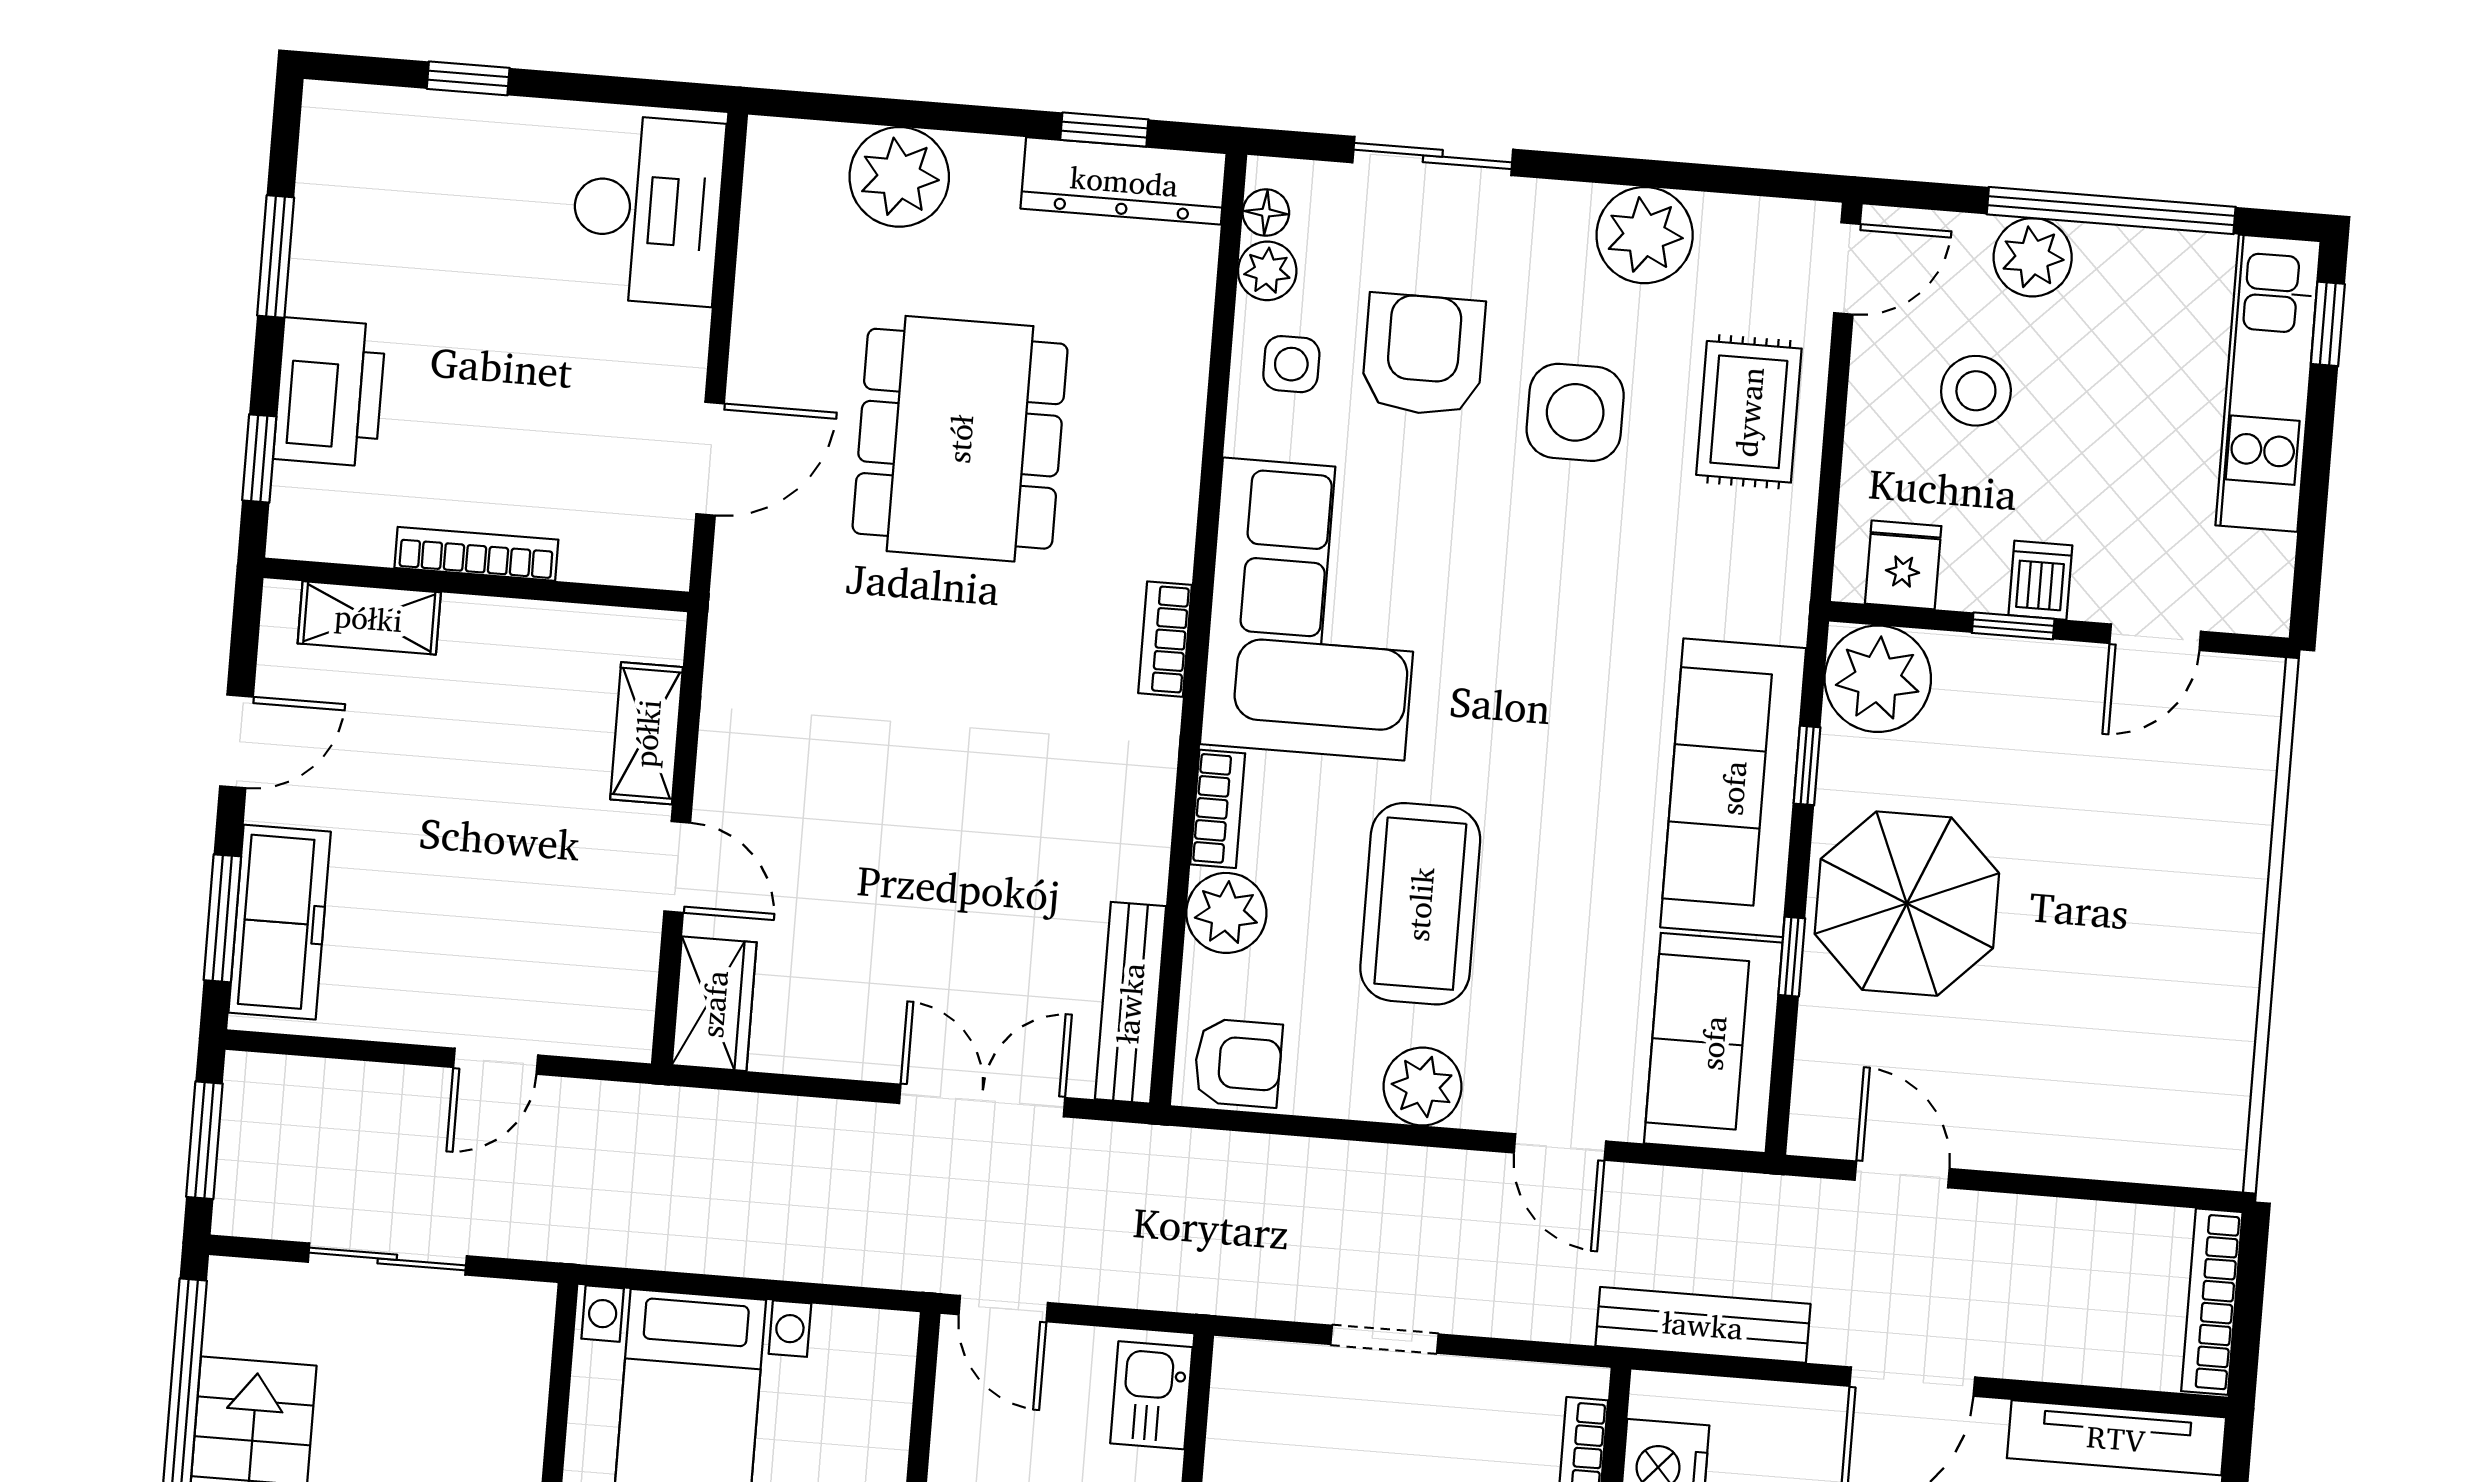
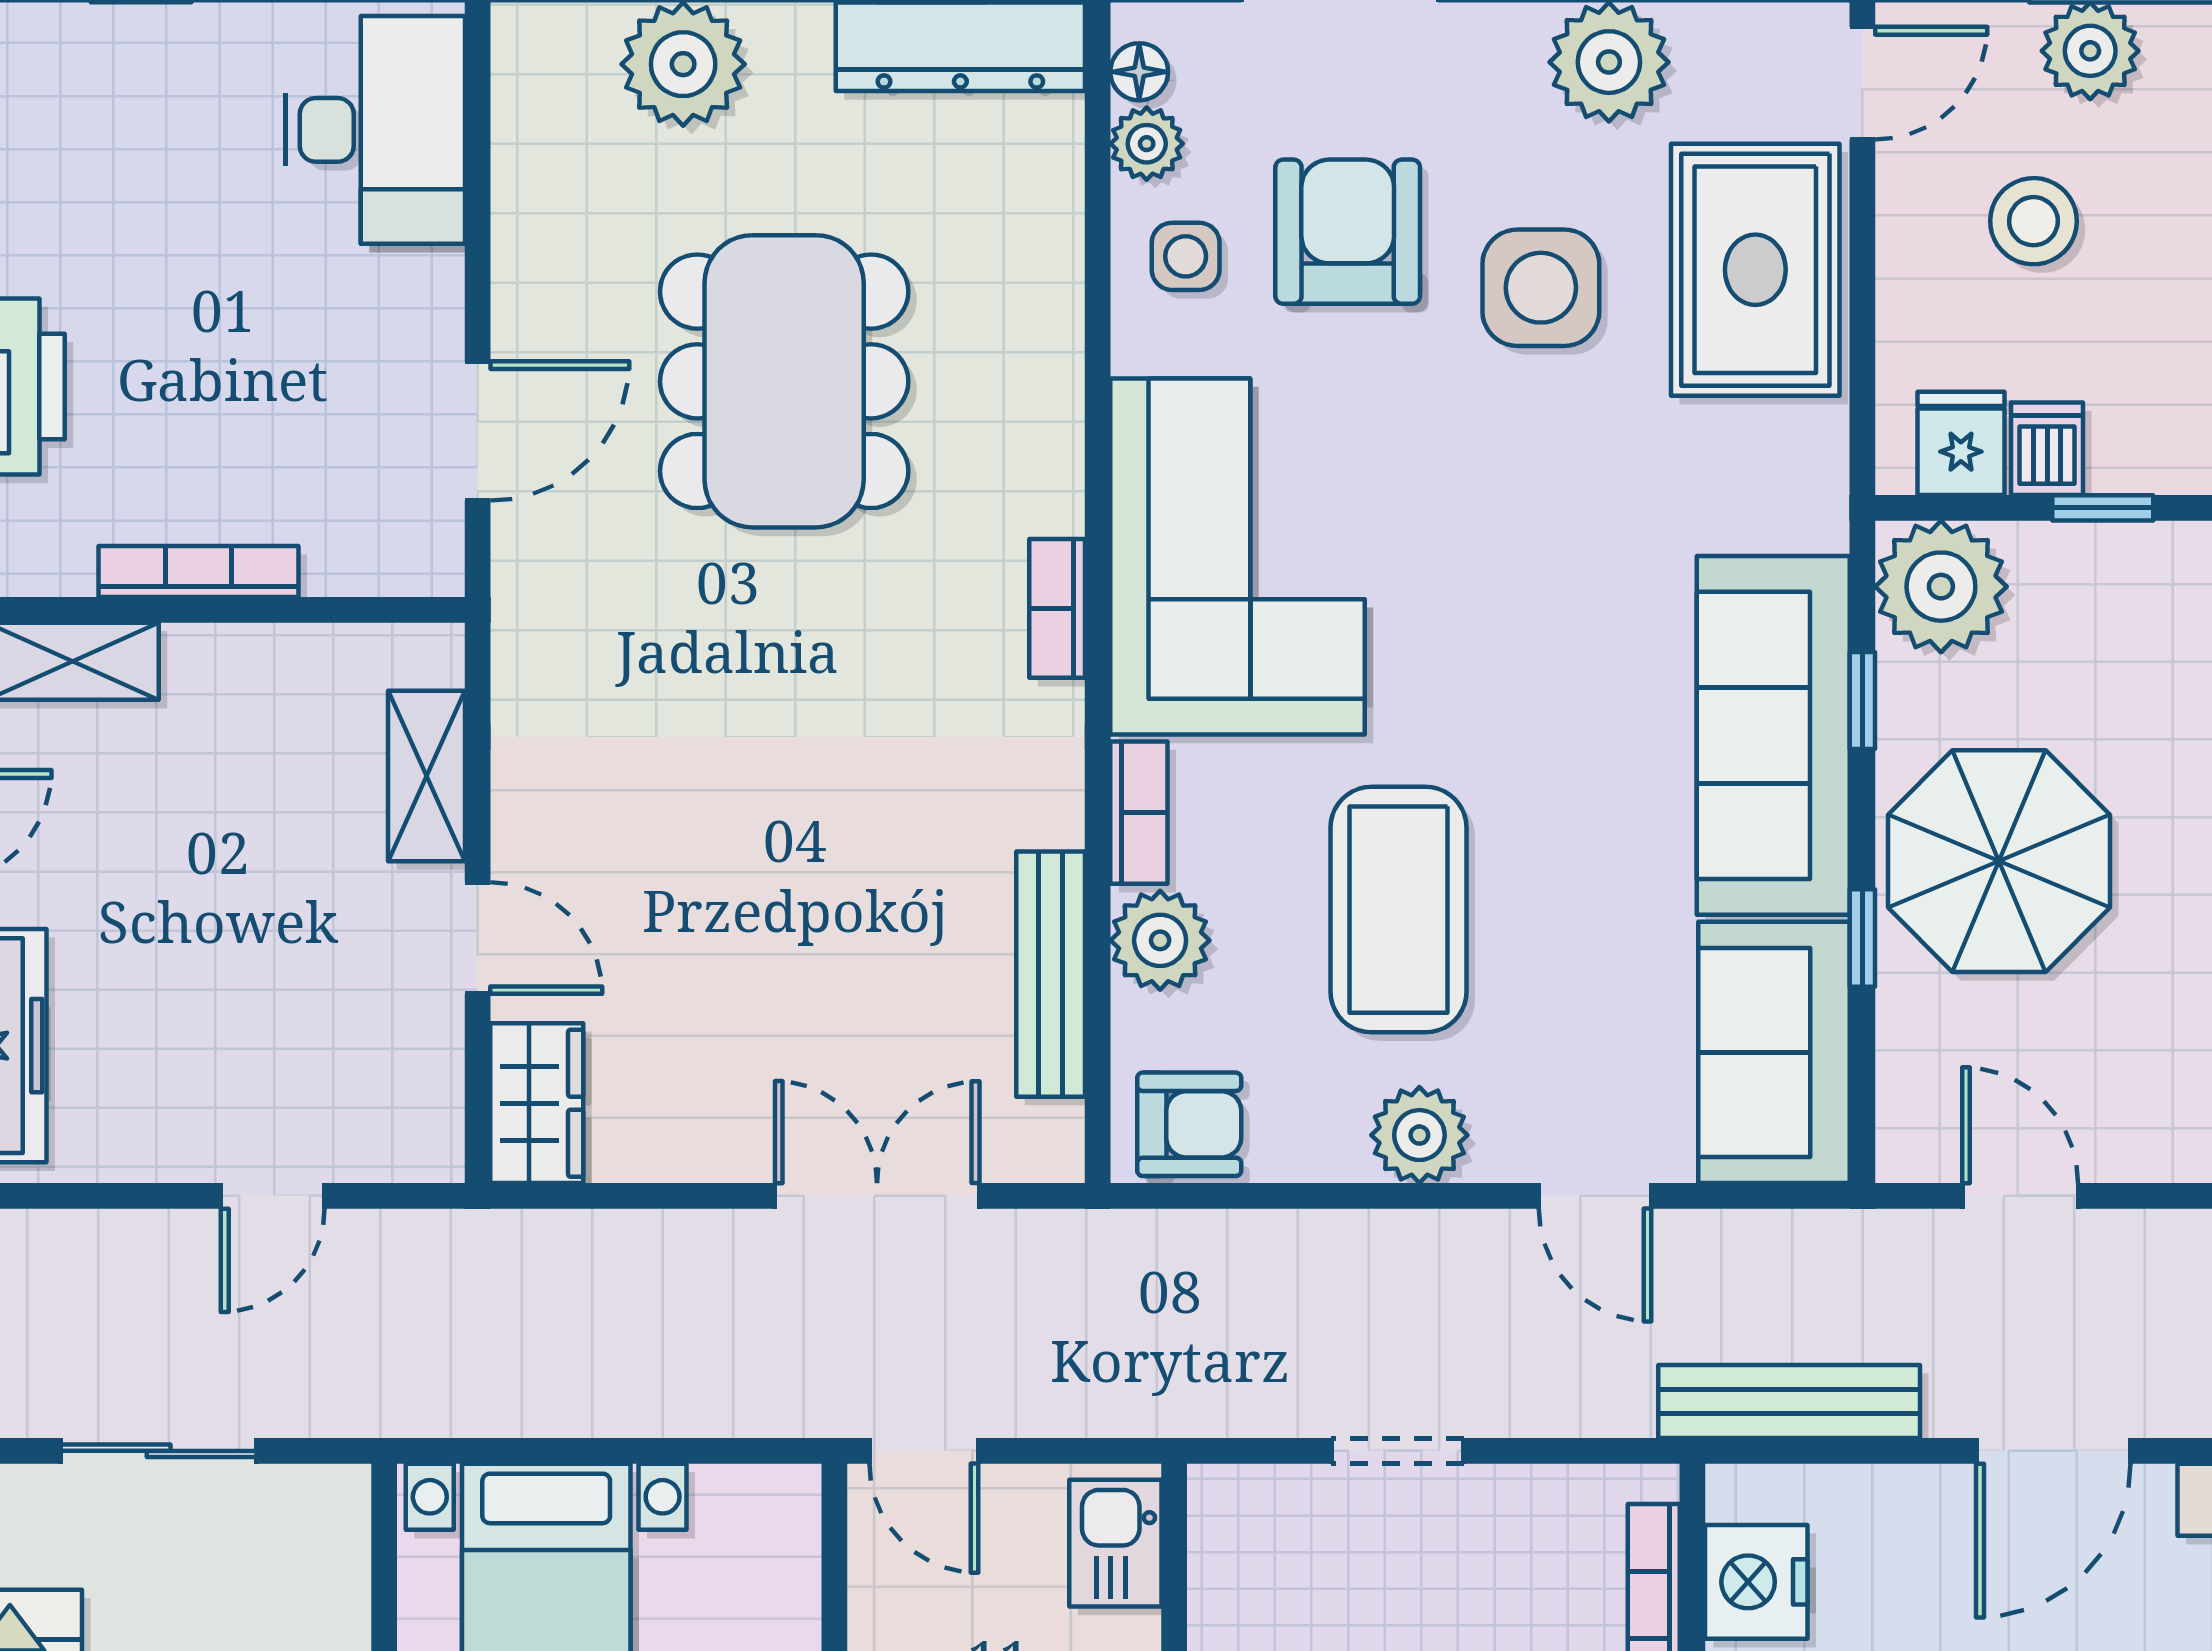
rug: (1749, 412) -> (1755, 270), width x1.36, depth x1.43
dishwasher: (2040, 580) -> (2047, 449), moved
bench: (1130, 1003) -> (1051, 974), moved

